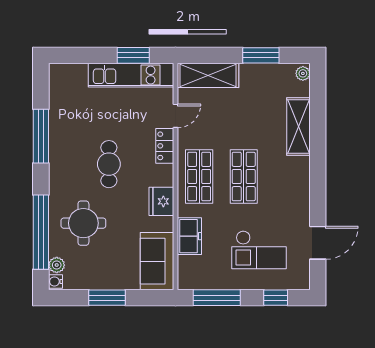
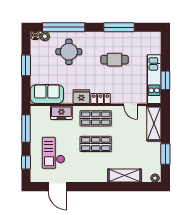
locker: (165, 146) -> (101, 98), moved
cafe table: (109, 164) -> (115, 60), moved

